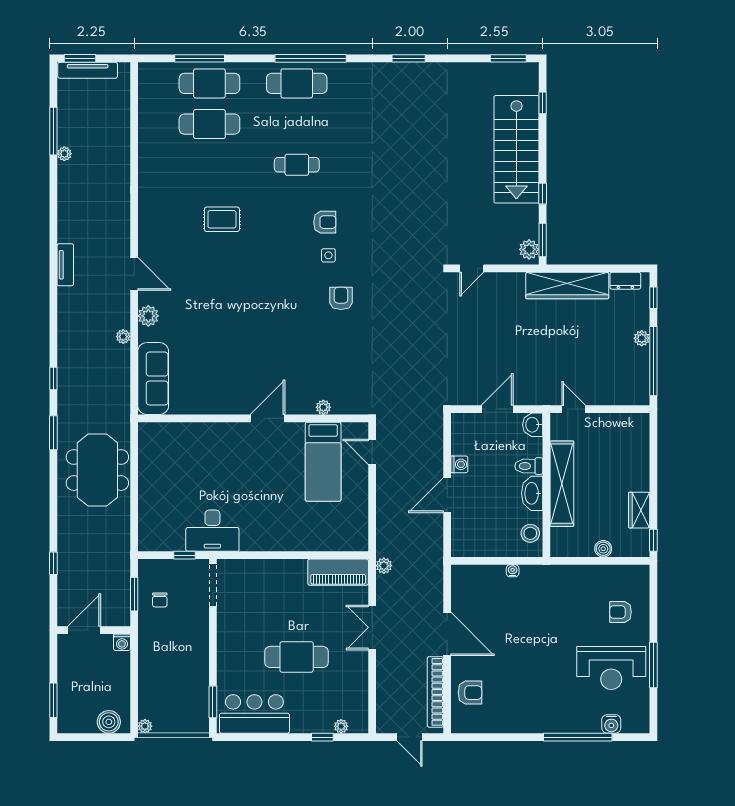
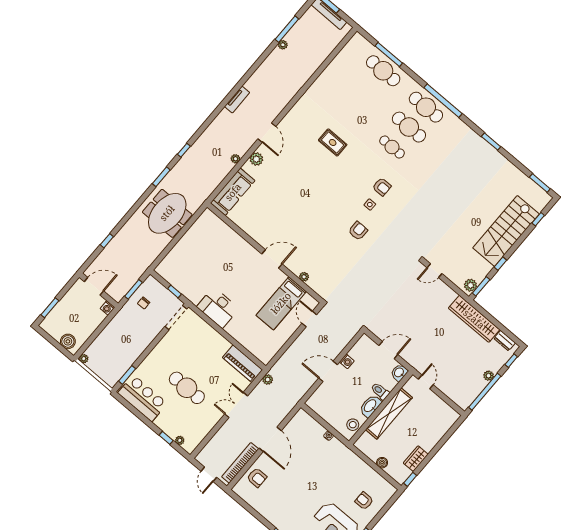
cafe table: (209, 124) -> (409, 127), moved
desk: (212, 531) -> (218, 308), moved

